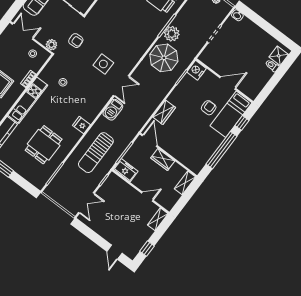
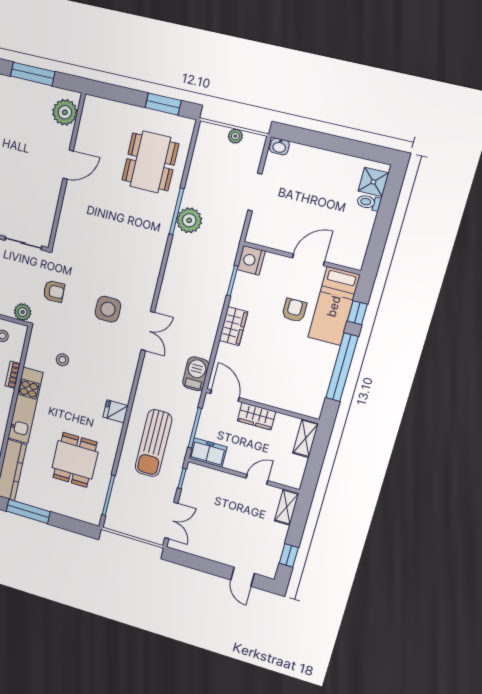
parasol: (164, 58) -> (193, 262), removed
barbecue: (113, 110) -> (196, 374), moved, turned 180
wardrobe: (164, 112) -> (233, 326), moved

